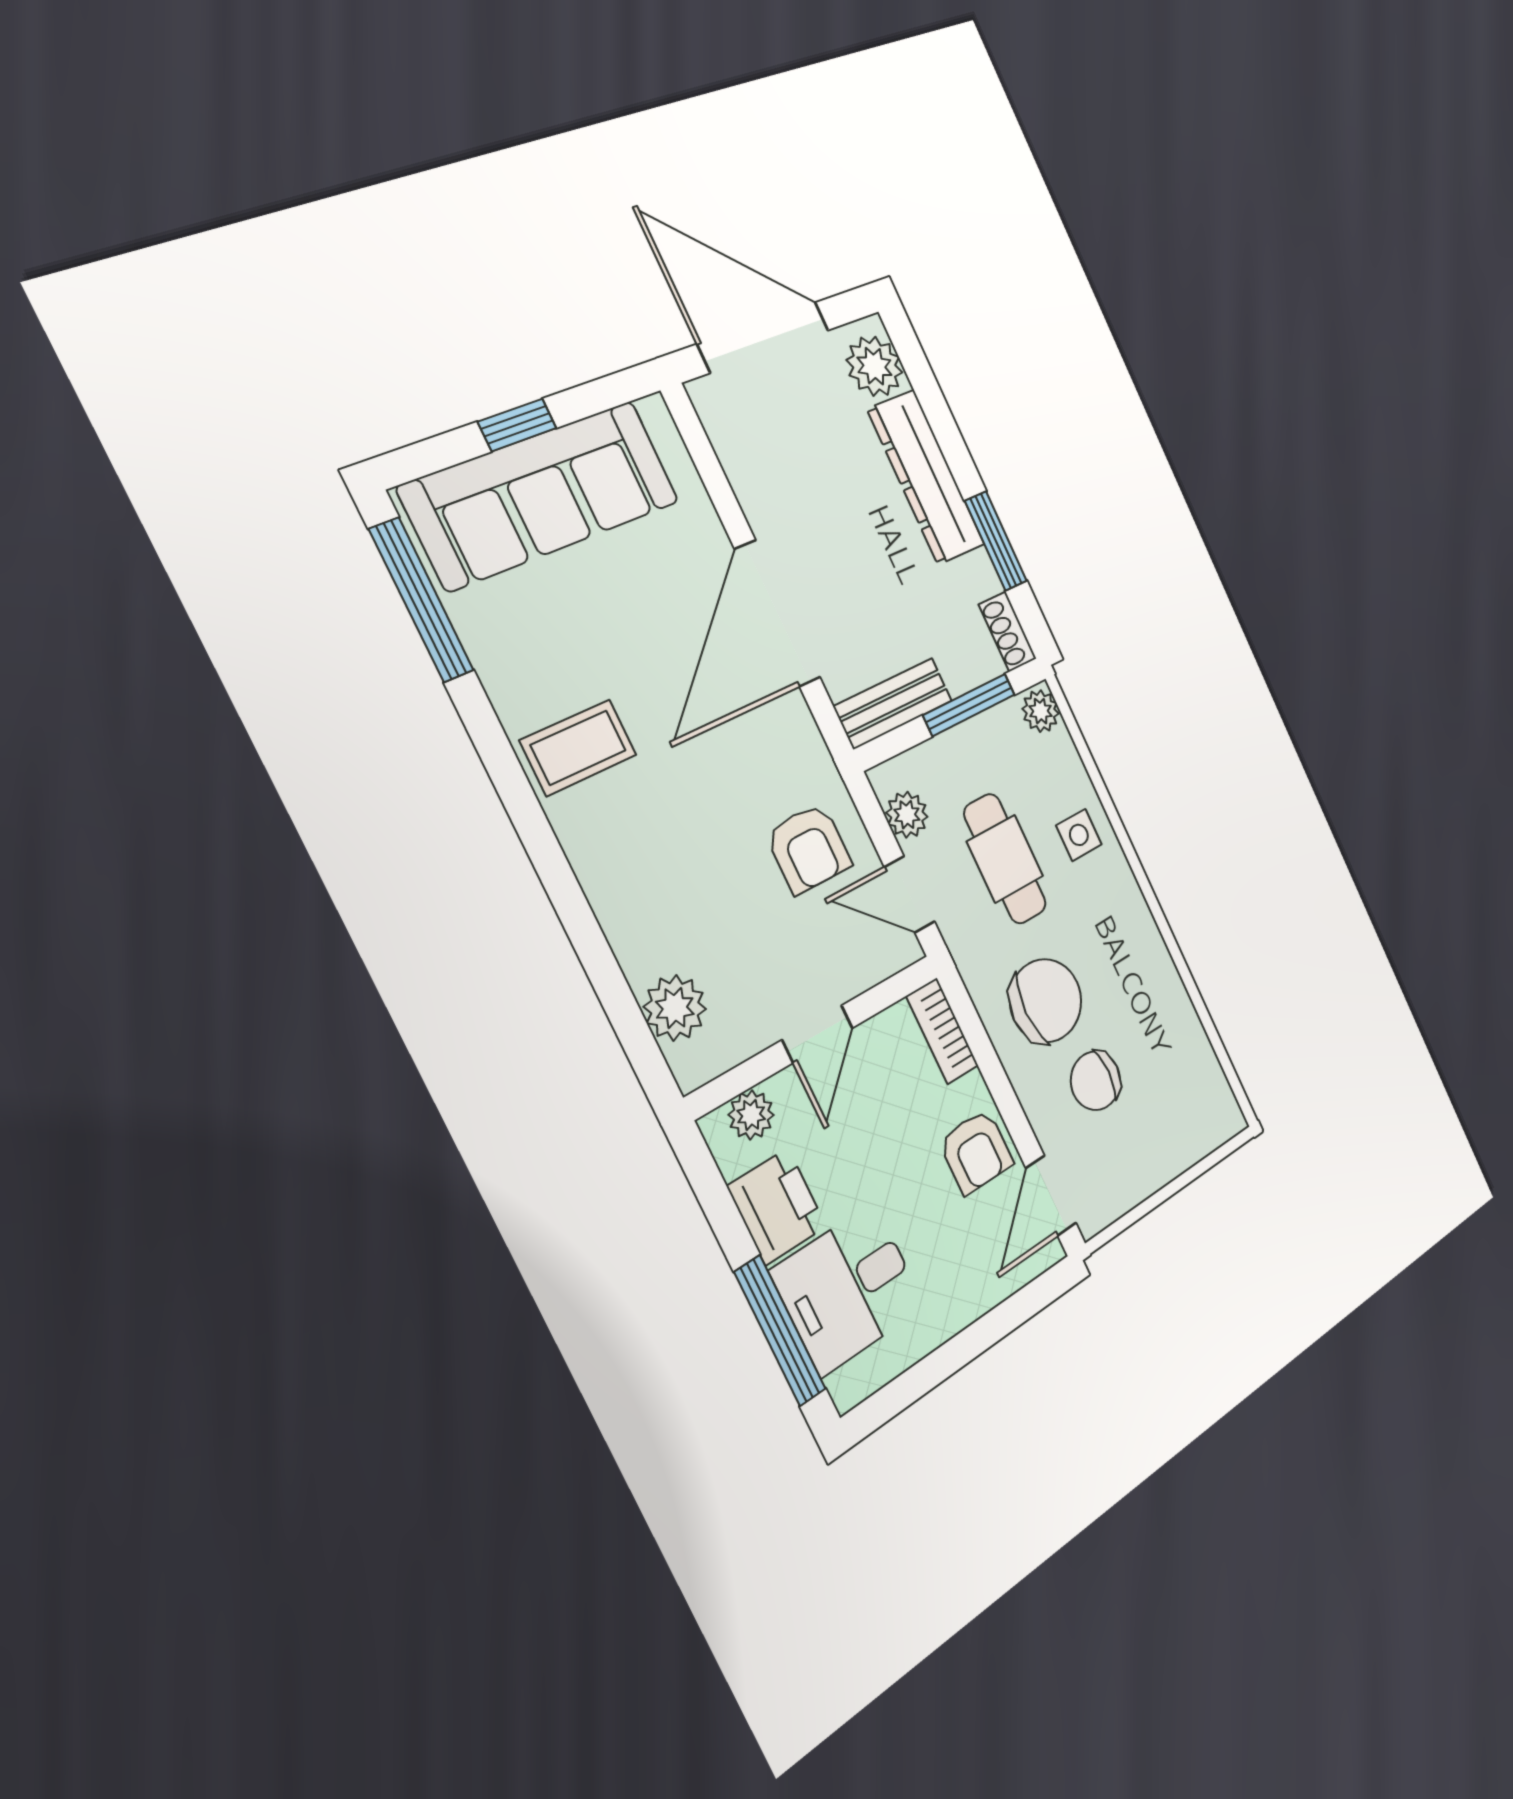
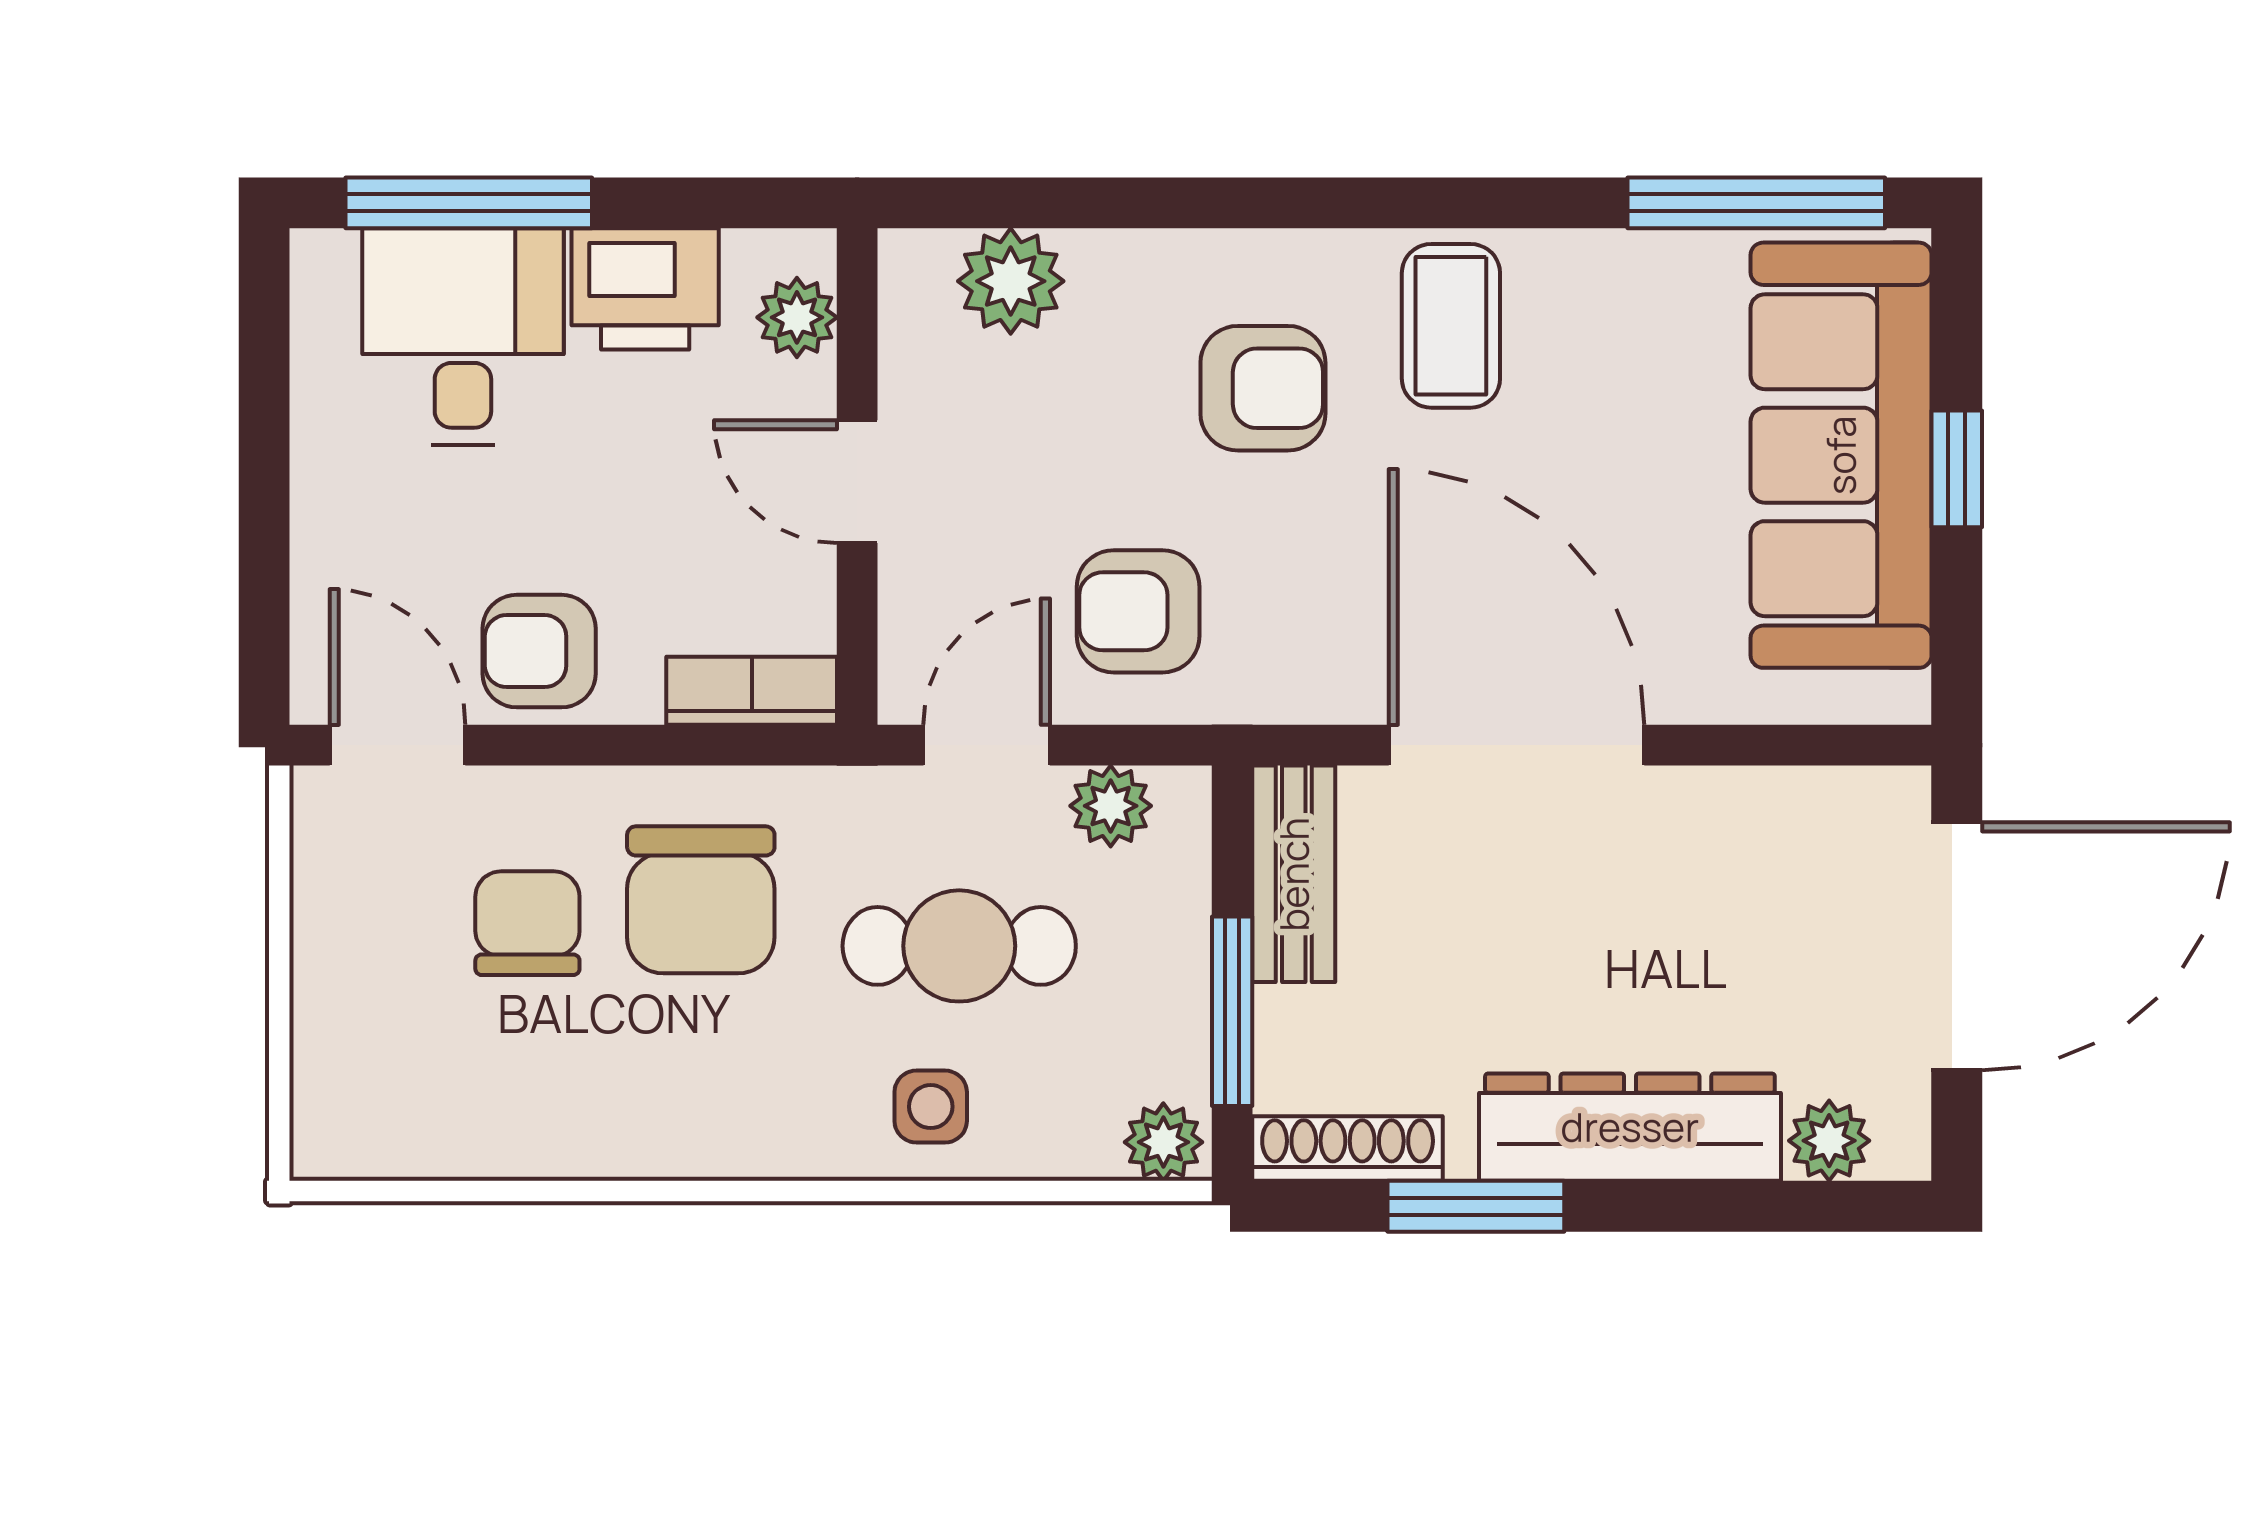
plant: (874, 366) -> (1829, 1141), width x0.73, depth x0.73
shoe rack: (1008, 632) -> (1348, 1149), width x1.43
armchair: (663, 838) -> (1263, 388), added

